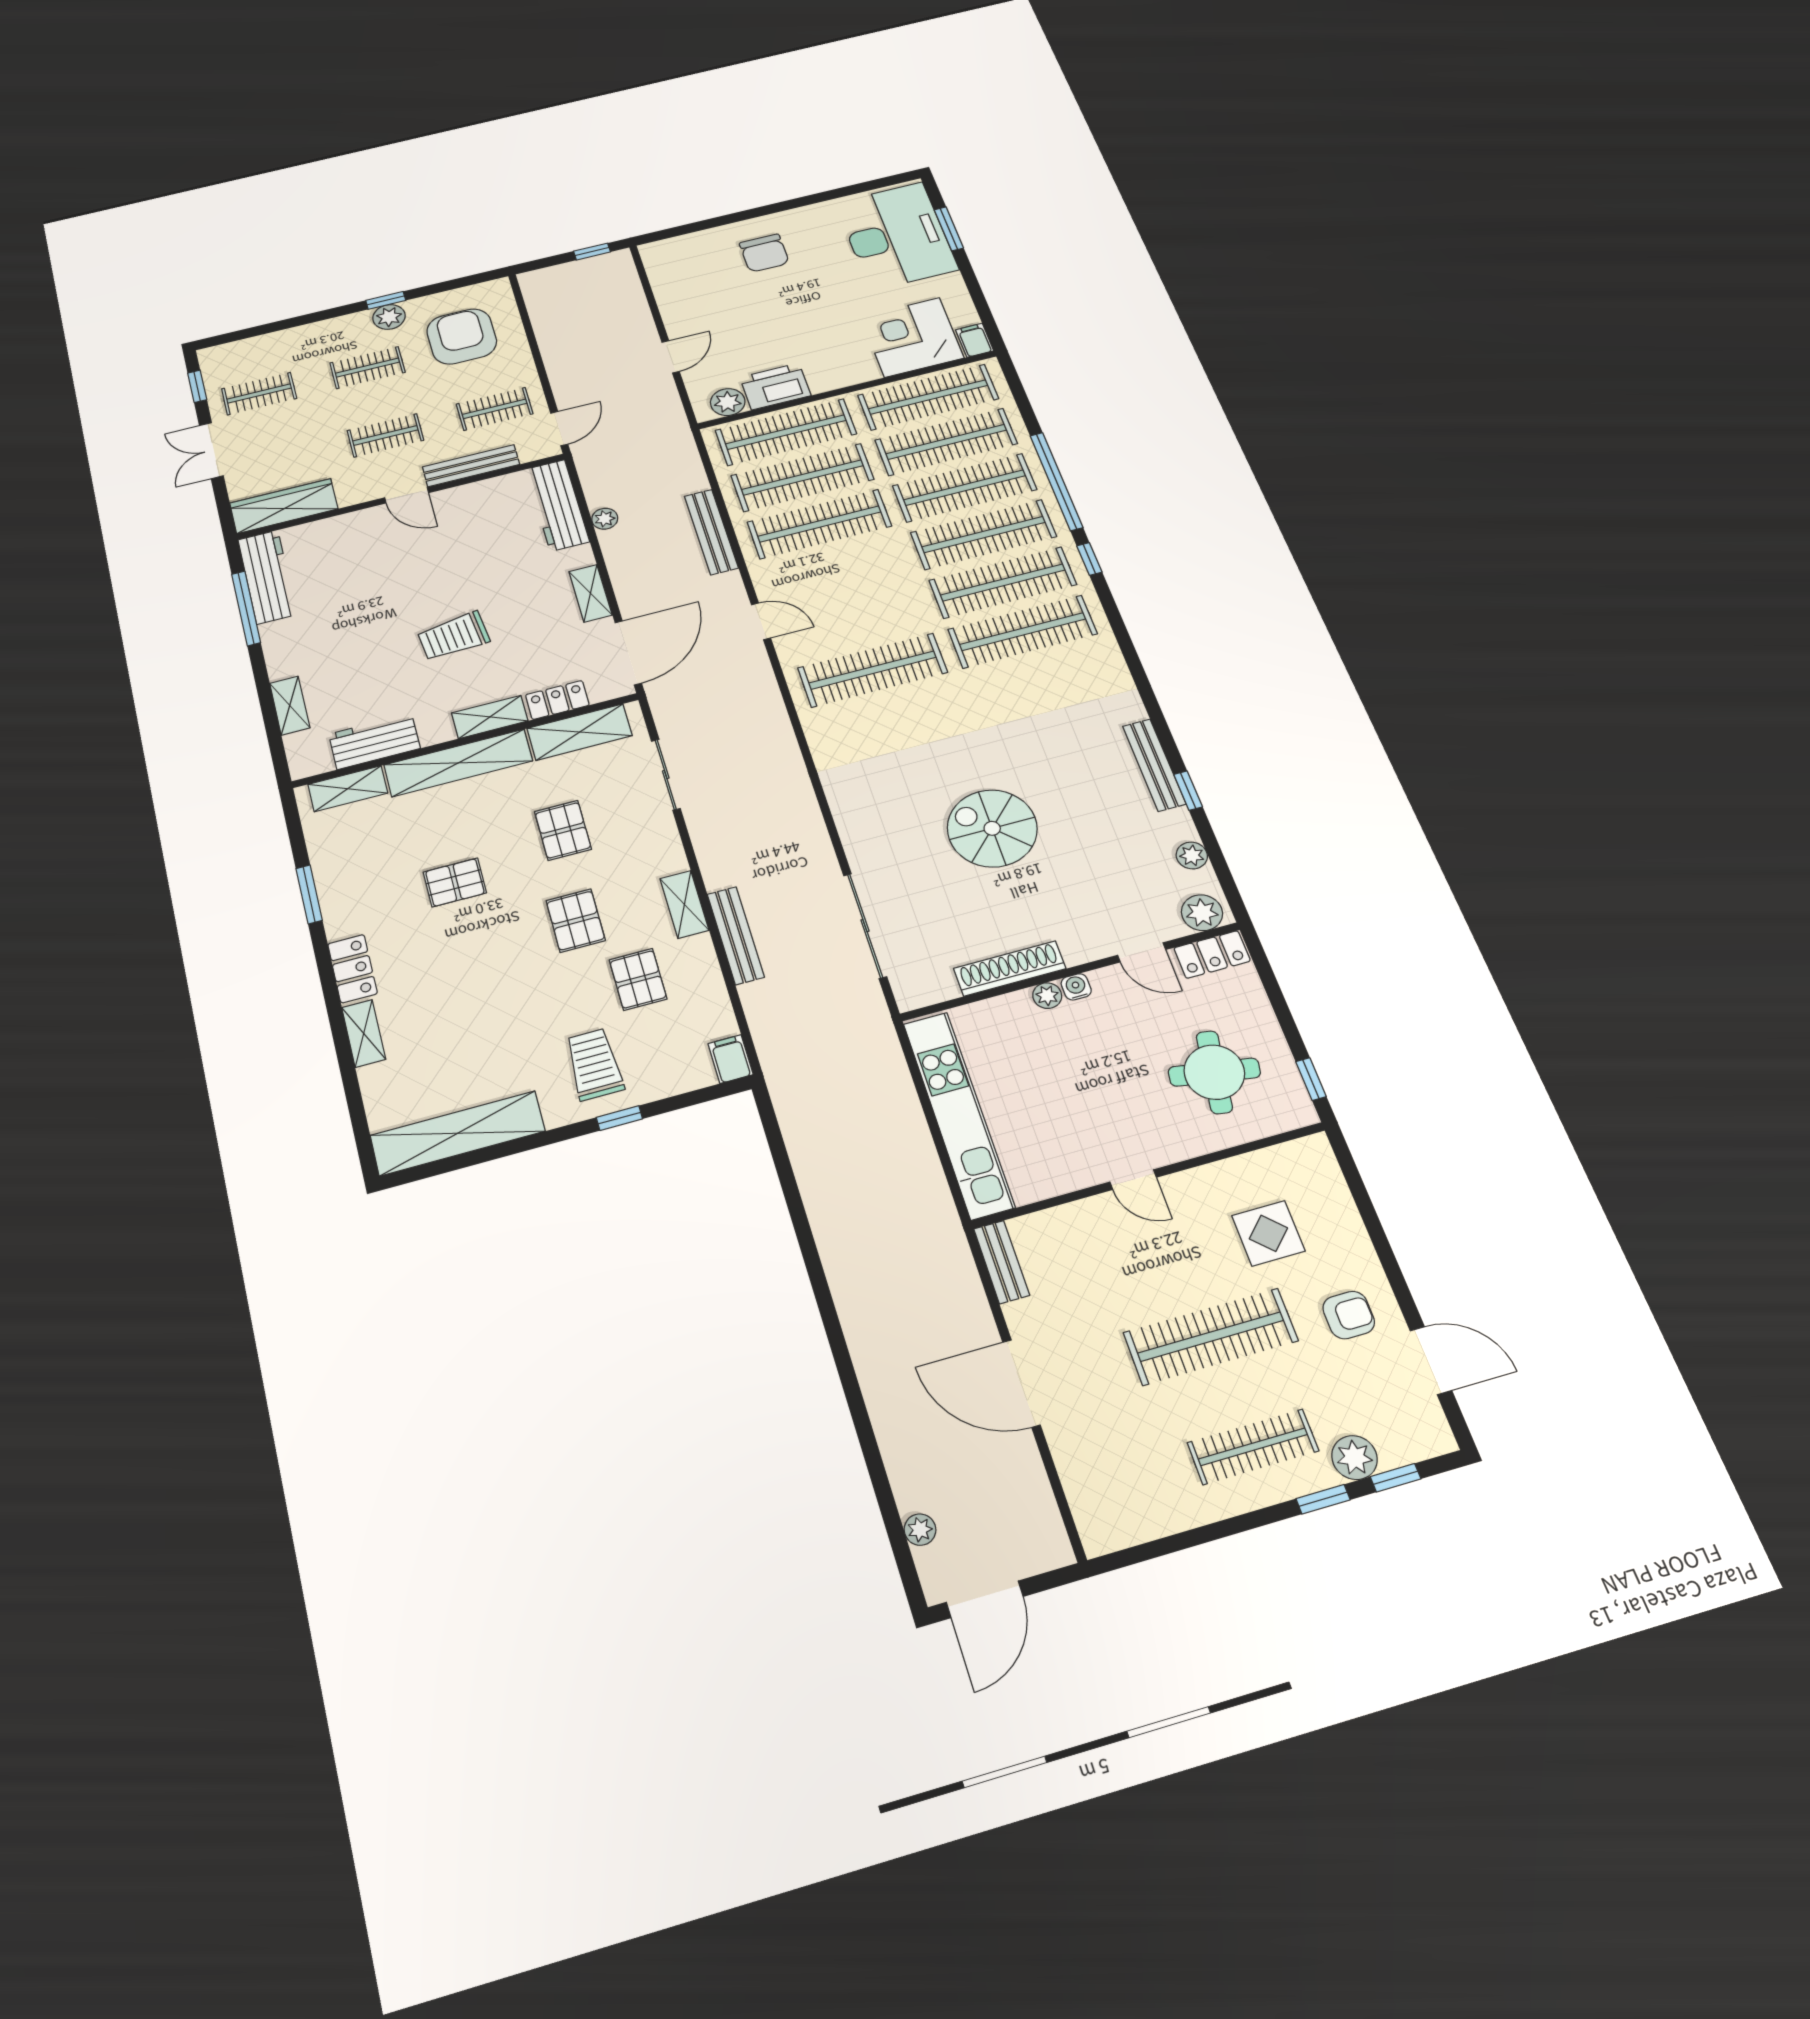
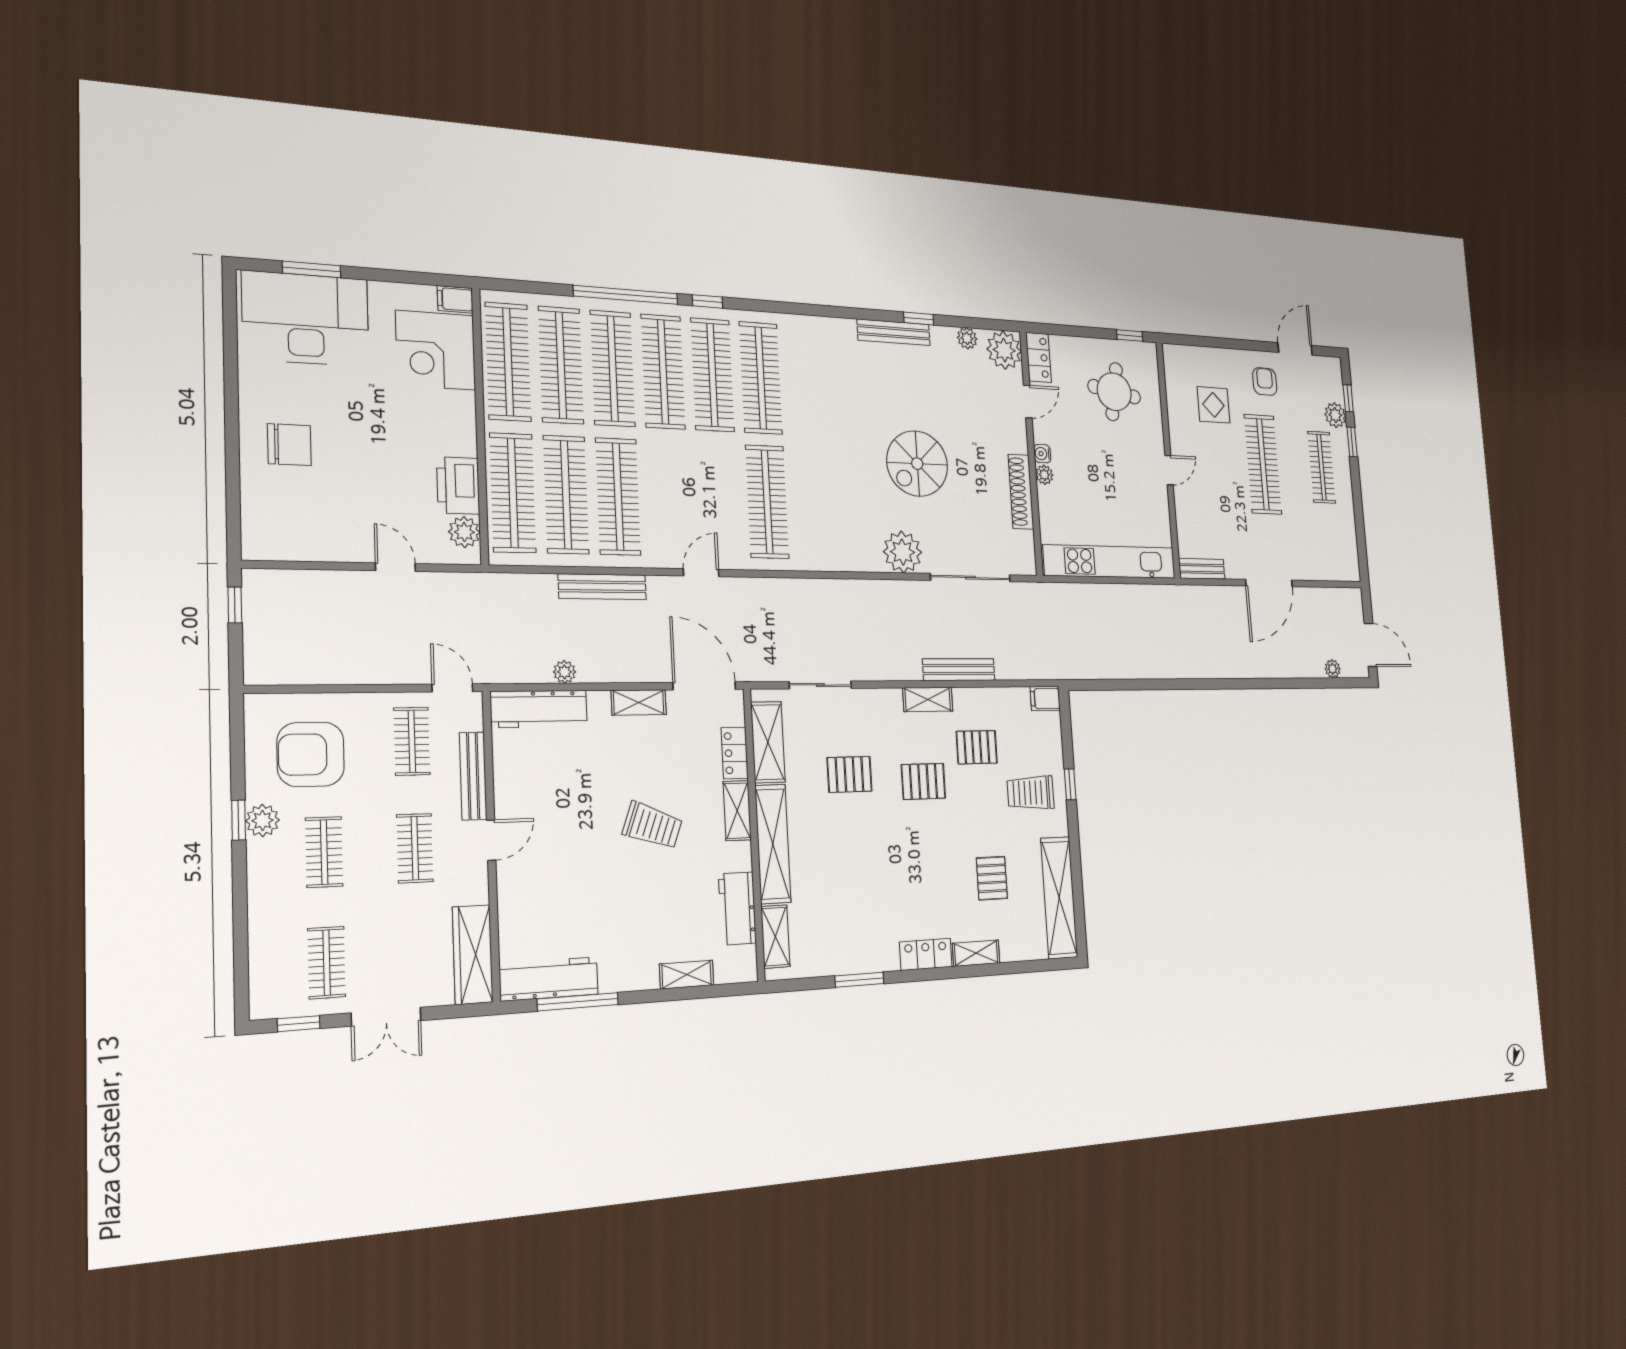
trolley: (453, 636) -> (652, 826), turned -64
plant: (868, 834) -> (903, 552), added
pallet: (455, 882) -> (992, 878), moved
plant: (1202, 913) -> (1004, 350), width x1.36, depth x1.36

